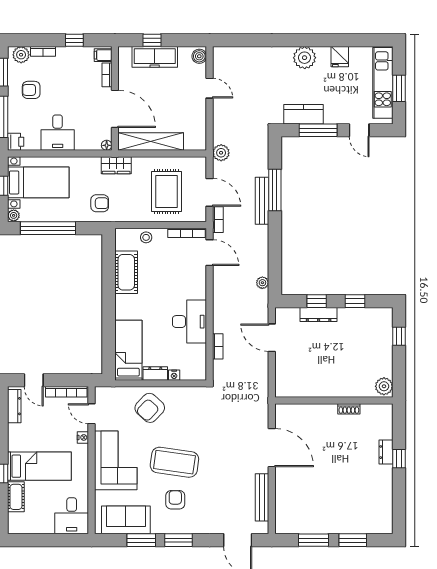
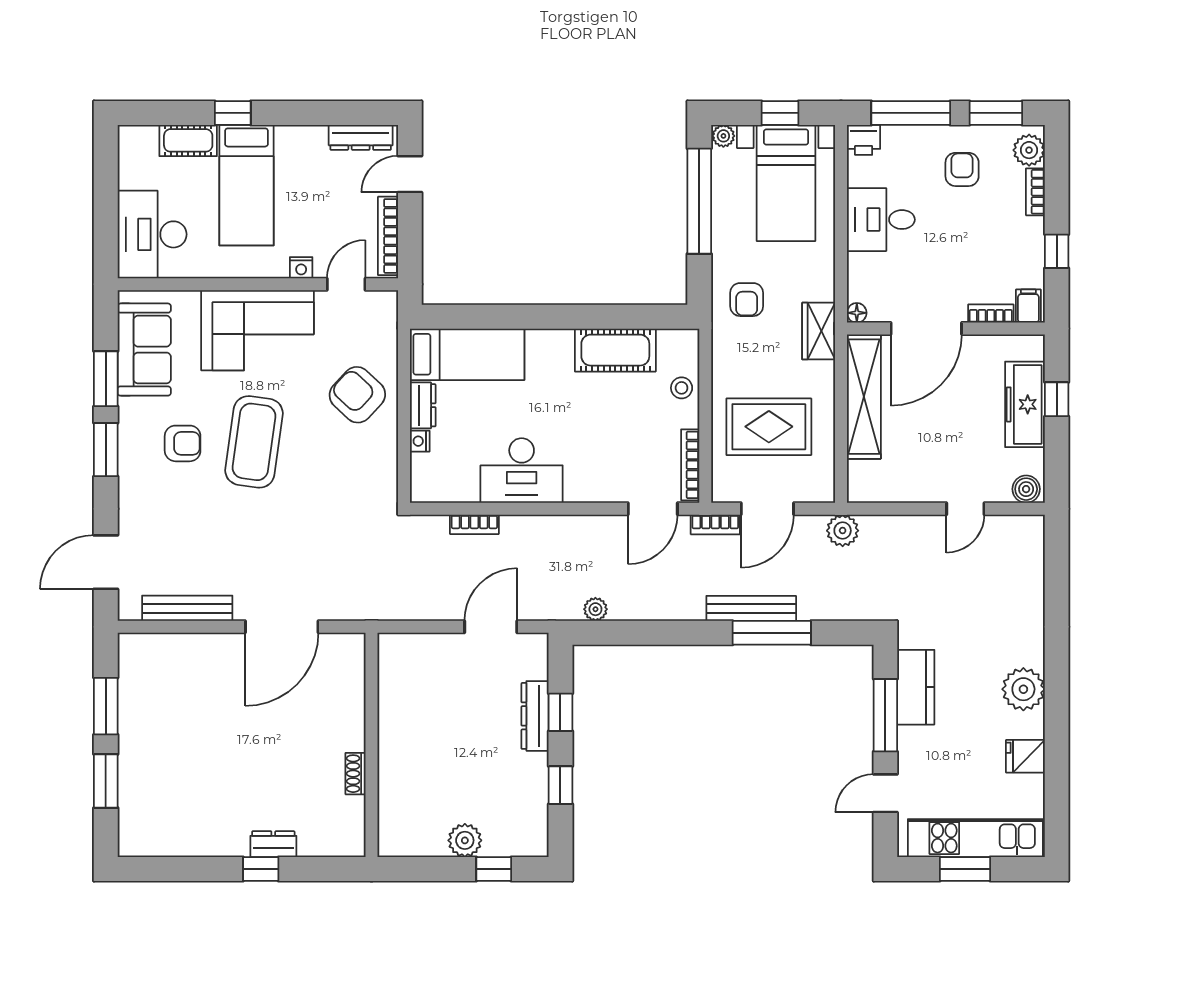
plant: (384, 386) -> (465, 840), moved
desk: (72, 516) -> (152, 234), width x1.37

